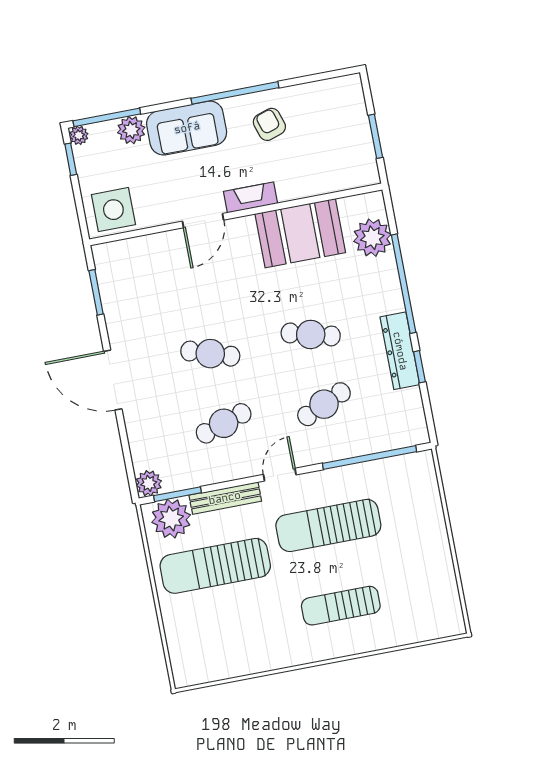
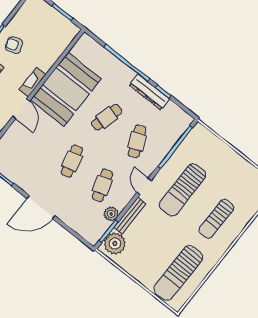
booth: (300, 233) -> (66, 89), width x1.36, depth x1.42
plant: (372, 238) -> (97, 55), removed
cafe table: (210, 354) -> (72, 161), turned -33
plant: (149, 483) -> (111, 214), moved
sun lounger: (215, 566) -> (178, 273), moved

